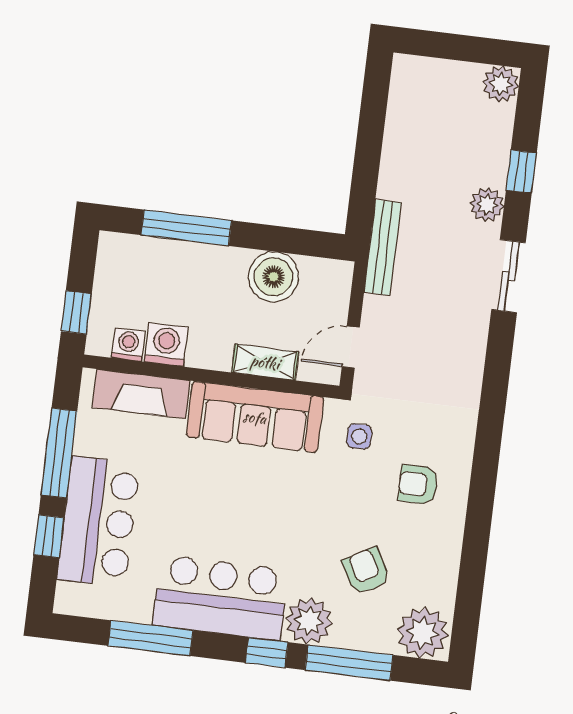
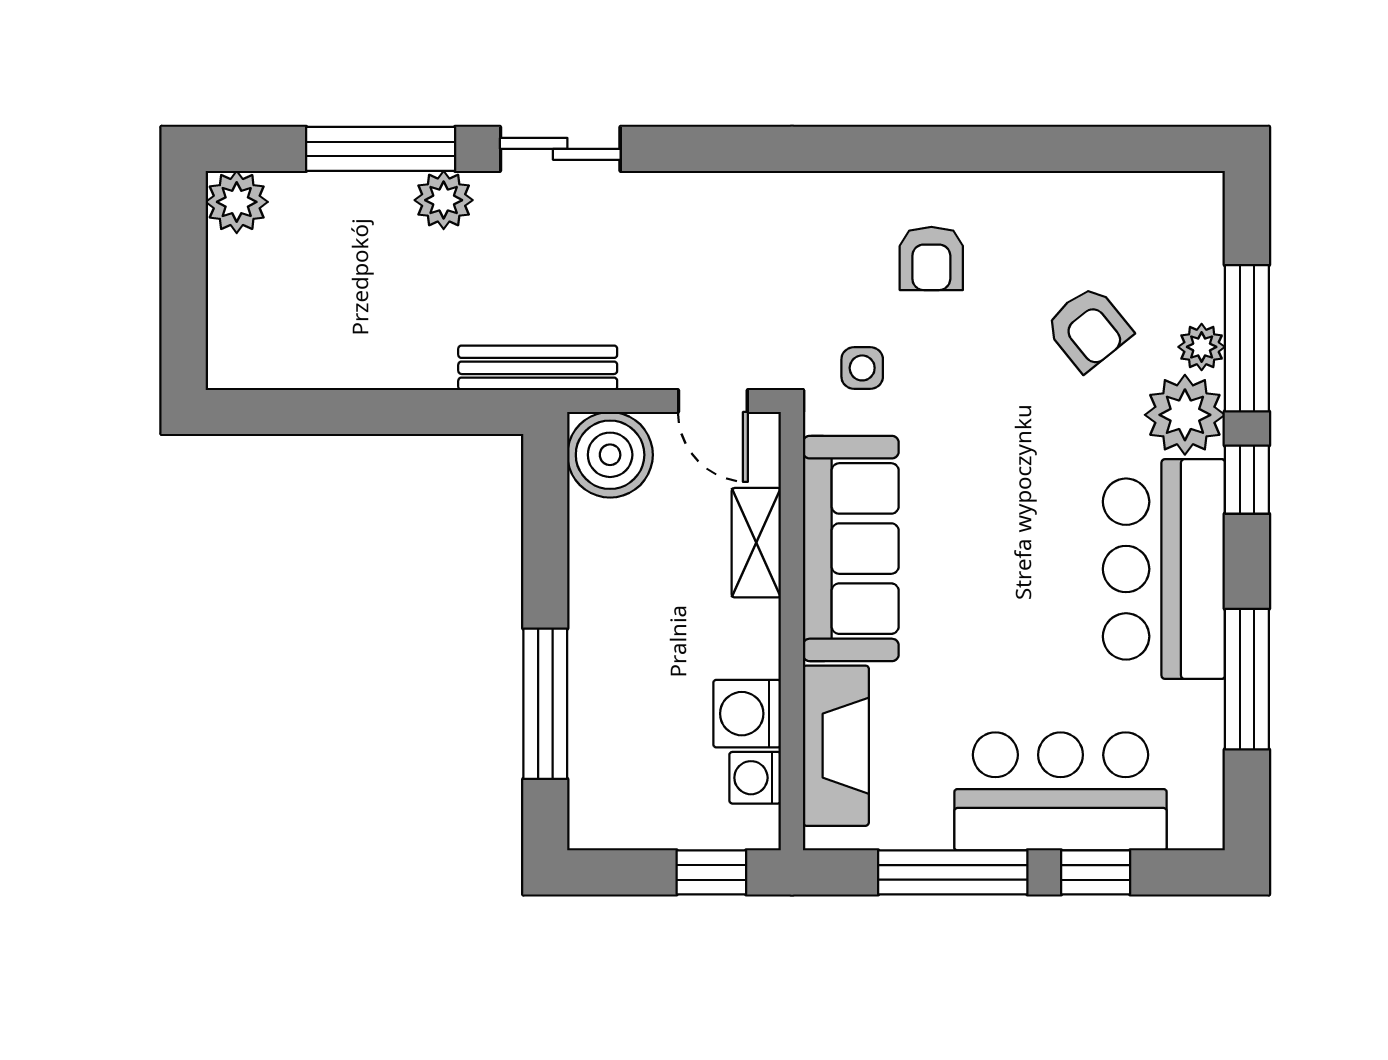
window: (521, 172) -> (381, 149), width x2.17
boiler: (273, 277) -> (610, 455), moved
armchair: (366, 571) -> (1088, 328), turned -100
plant: (423, 633) -> (1202, 347), moved, width x0.53, depth x0.53

